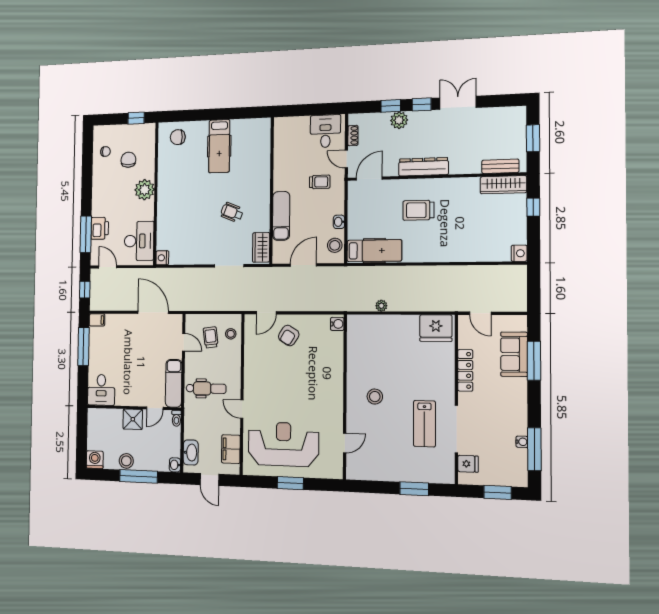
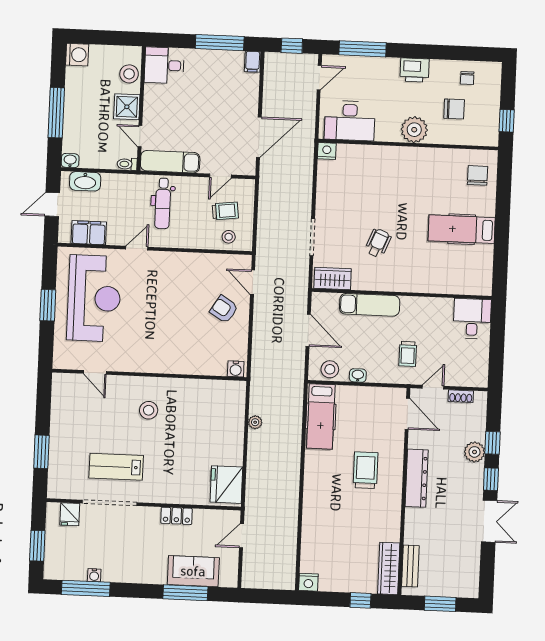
desk: (325, 131) -> (472, 319), moved, turned -90
printer: (100, 228) -> (415, 70), moved
locker: (465, 370) -> (177, 516), width x0.66
stool: (126, 461) -> (129, 74), moved

